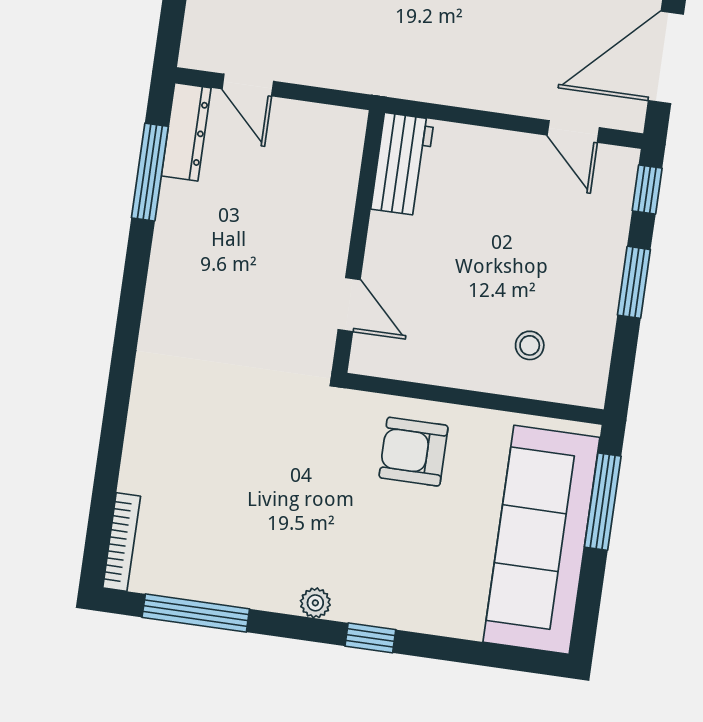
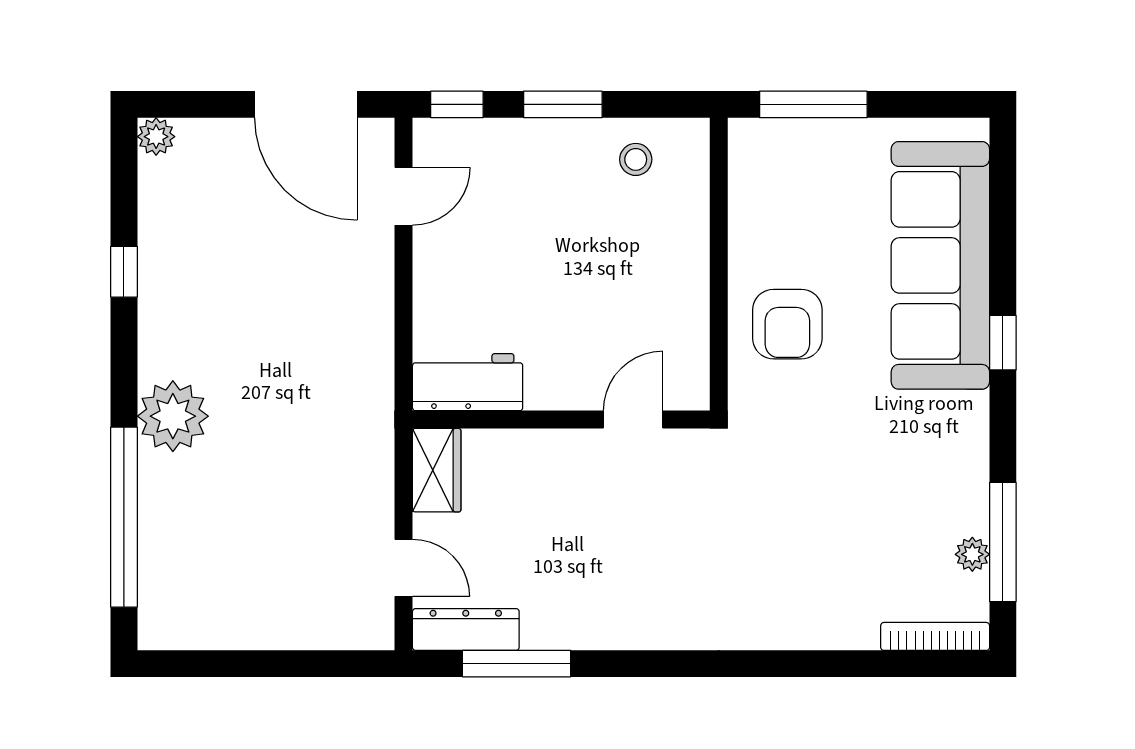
door: (248, 85) -> (404, 568), hinge flipped
wardrobe: (329, 126) -> (437, 470), added
stool: (530, 345) -> (636, 159), moved
sofa: (541, 540) -> (940, 265), moved, turned 90
plant: (315, 603) -> (972, 554), moved

